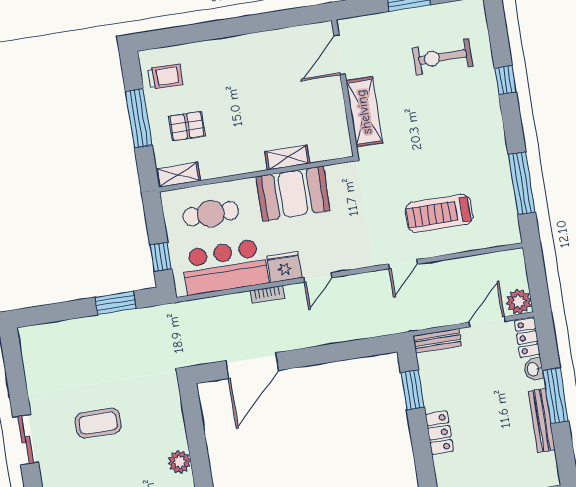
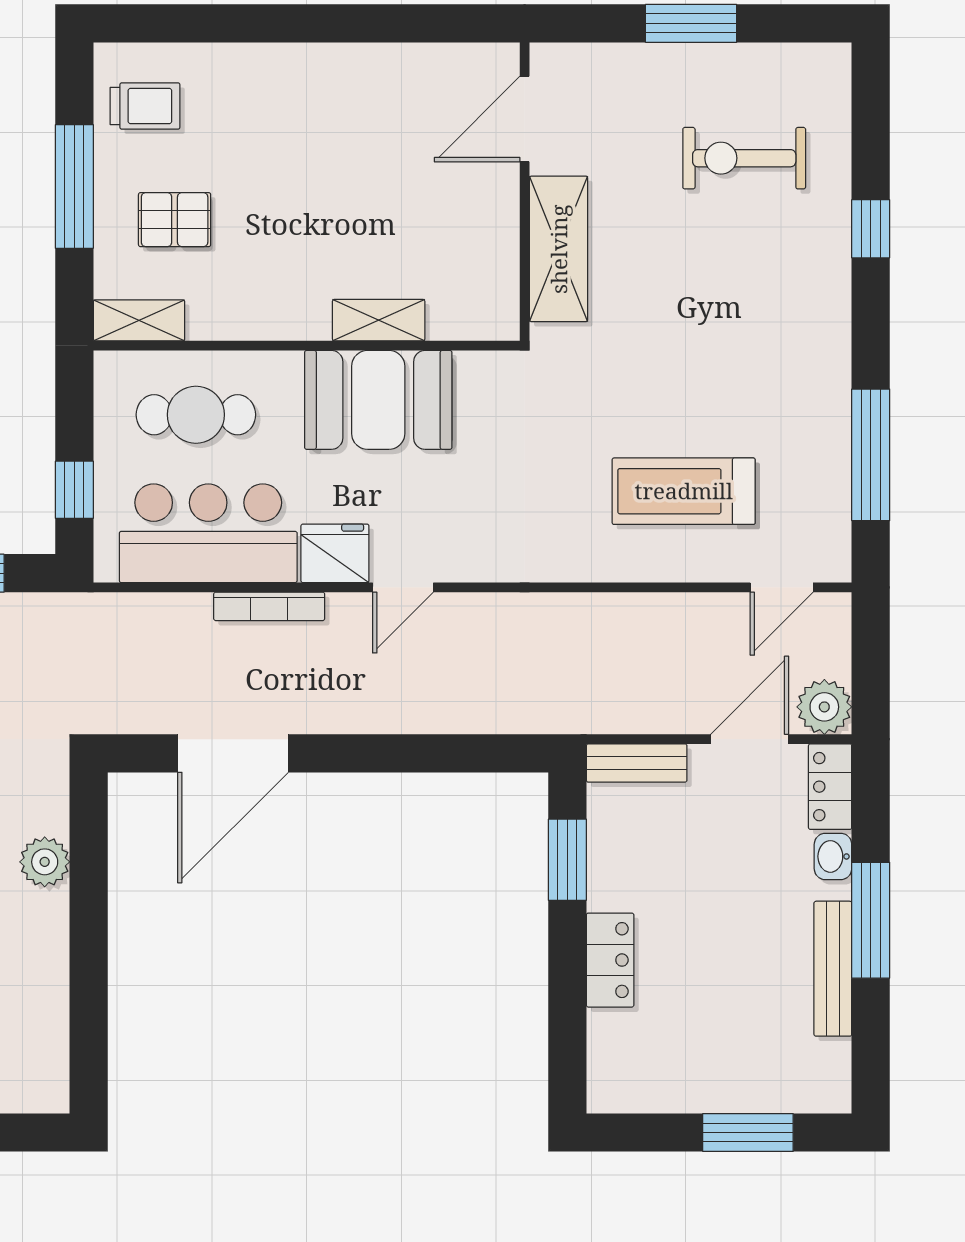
door: (403, 264) -> (782, 587), moved
bookcase: (267, 294) -> (269, 606), width x1.56
plant: (179, 462) -> (45, 862), moved

